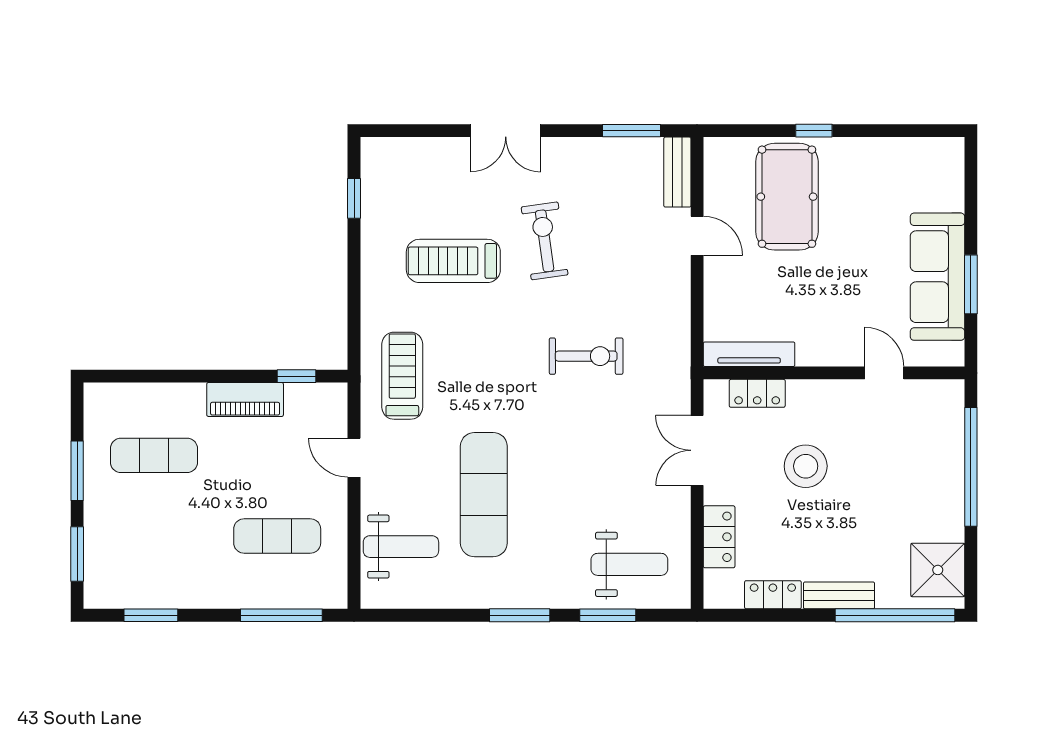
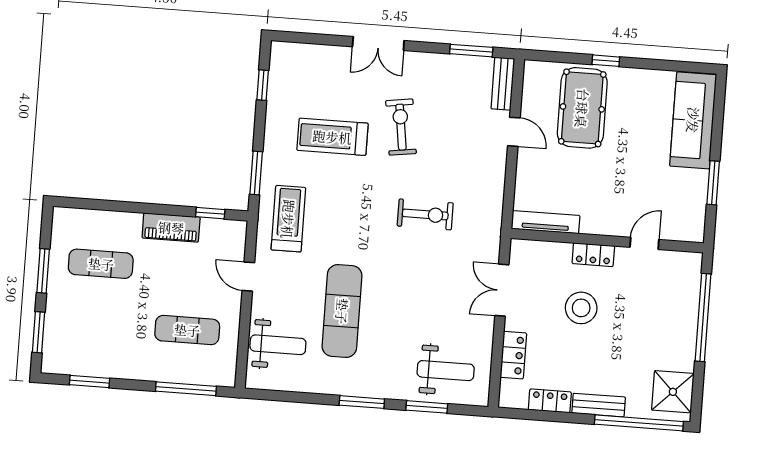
sofa: (937, 277) -> (693, 120), moved
window: (354, 317) -> (256, 173), added
door: (884, 373) -> (644, 243), hinge flipped
locker: (757, 393) -> (593, 255), moved

